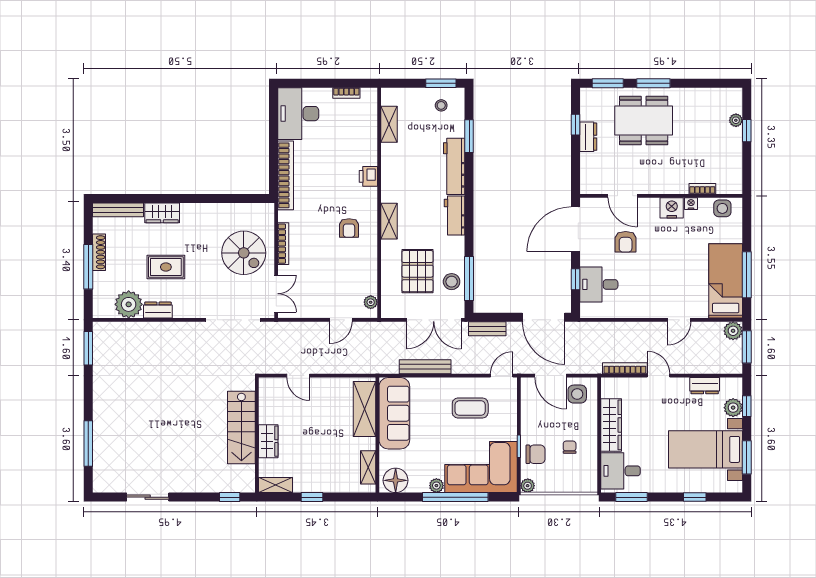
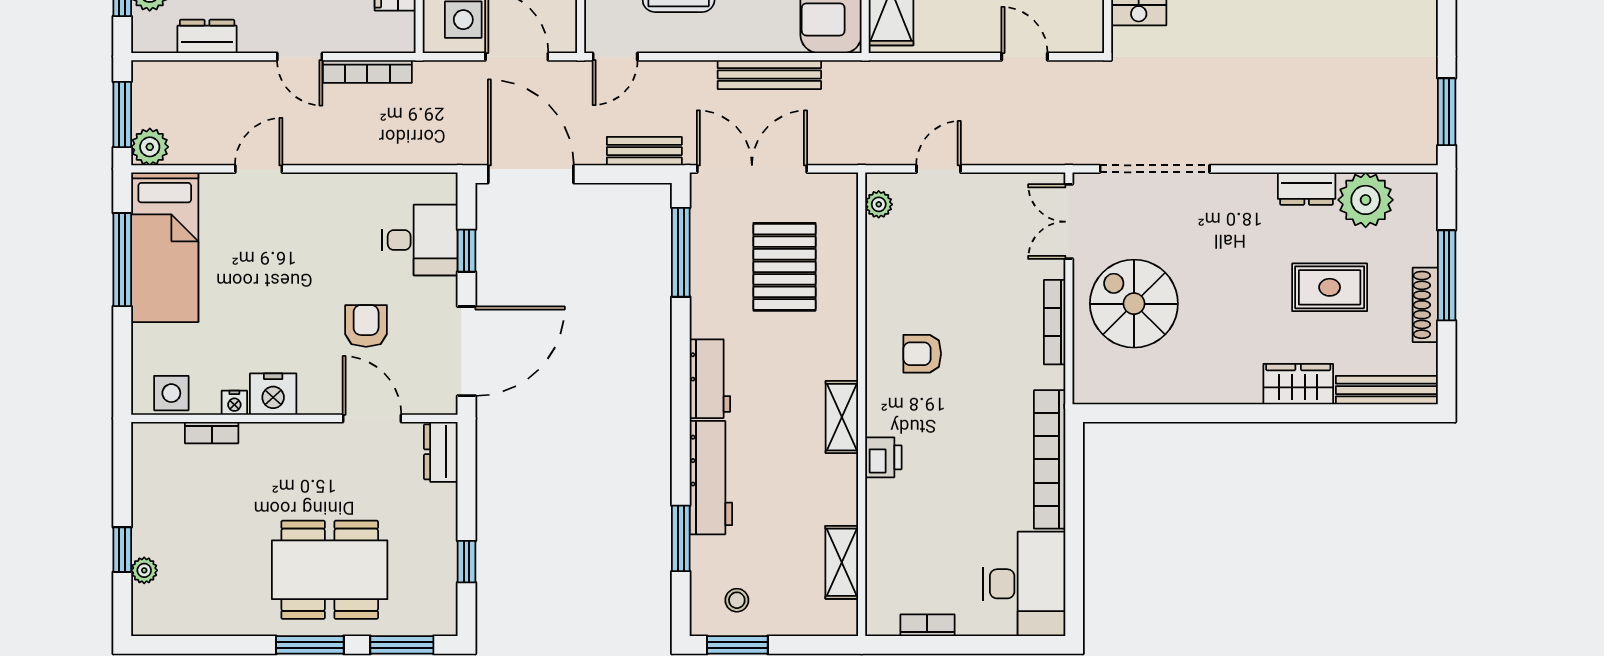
dresser: (588, 137) -> (441, 452), moved
shelving: (389, 221) -> (842, 417), moved
armchair: (349, 228) -> (922, 354), turned -90
rug: (166, 267) -> (1330, 287), moved
stool: (452, 282) -> (716, 246), removed

